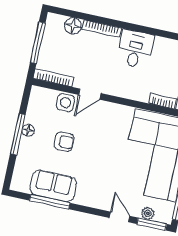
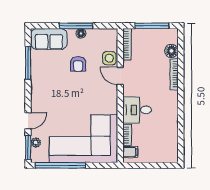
desk: (135, 49) -> (137, 110), moved, turned 180
sofa: (53, 186) -> (49, 39), moved, turned 90

